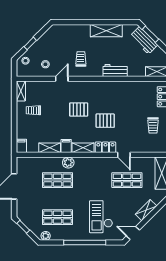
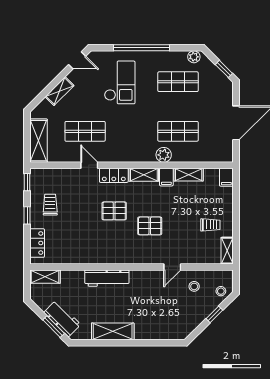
trolley: (81, 59) -> (147, 293), removed
workbench: (115, 71) -> (107, 278), width x1.38

